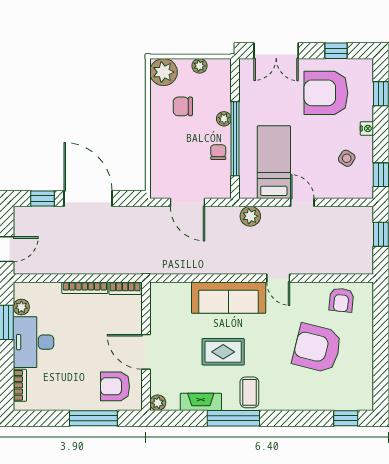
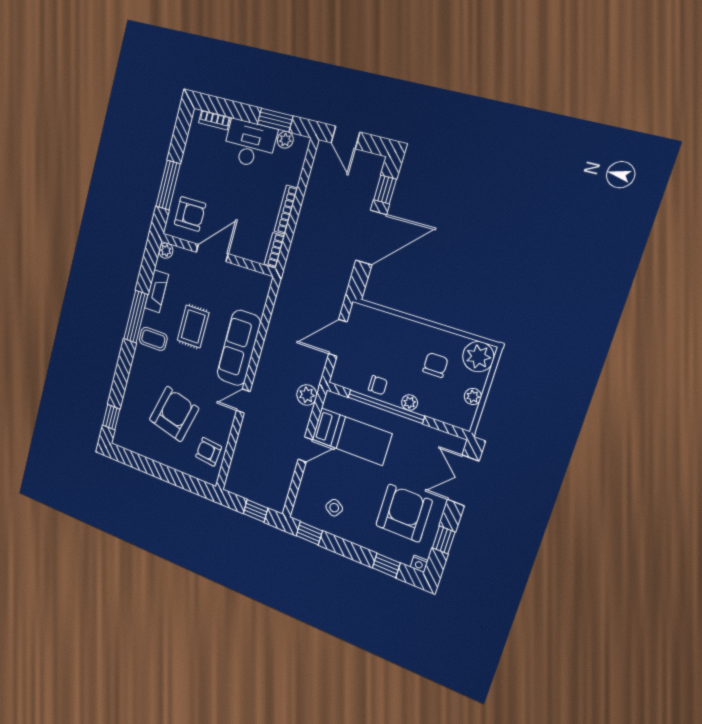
nightstand: (367, 128) -> (419, 564), moved
armchair: (115, 386) -> (190, 214), turned 90

